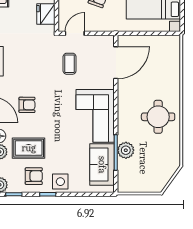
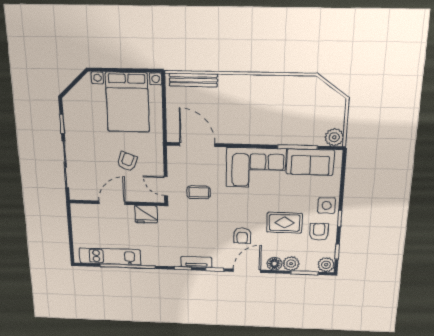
bench: (175, 60) -> (193, 80), added
armchair: (27, 105) -> (242, 236), turned 180
round table: (158, 117) -> (259, 100), removed
rug: (29, 148) -> (285, 223), moved, turned 90
plant: (126, 150) -> (334, 137), moved

